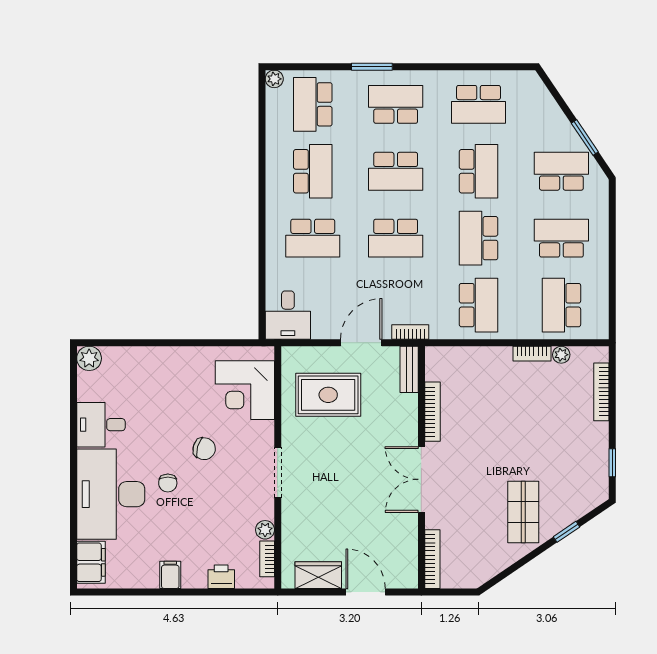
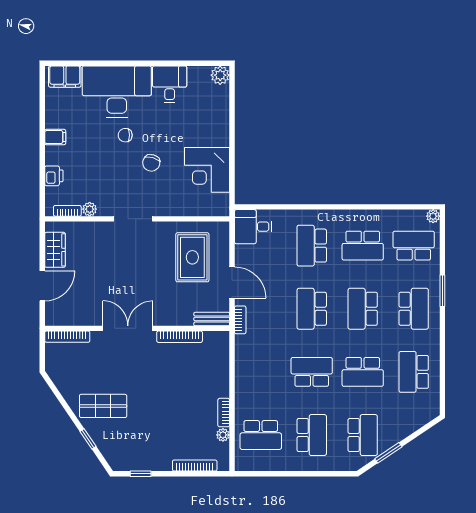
school desk: (479, 305) -> (261, 372), removed
school desk: (561, 305) -> (261, 435), turned 180
corner desk: (245, 390) -> (207, 170), moved, turned -90

